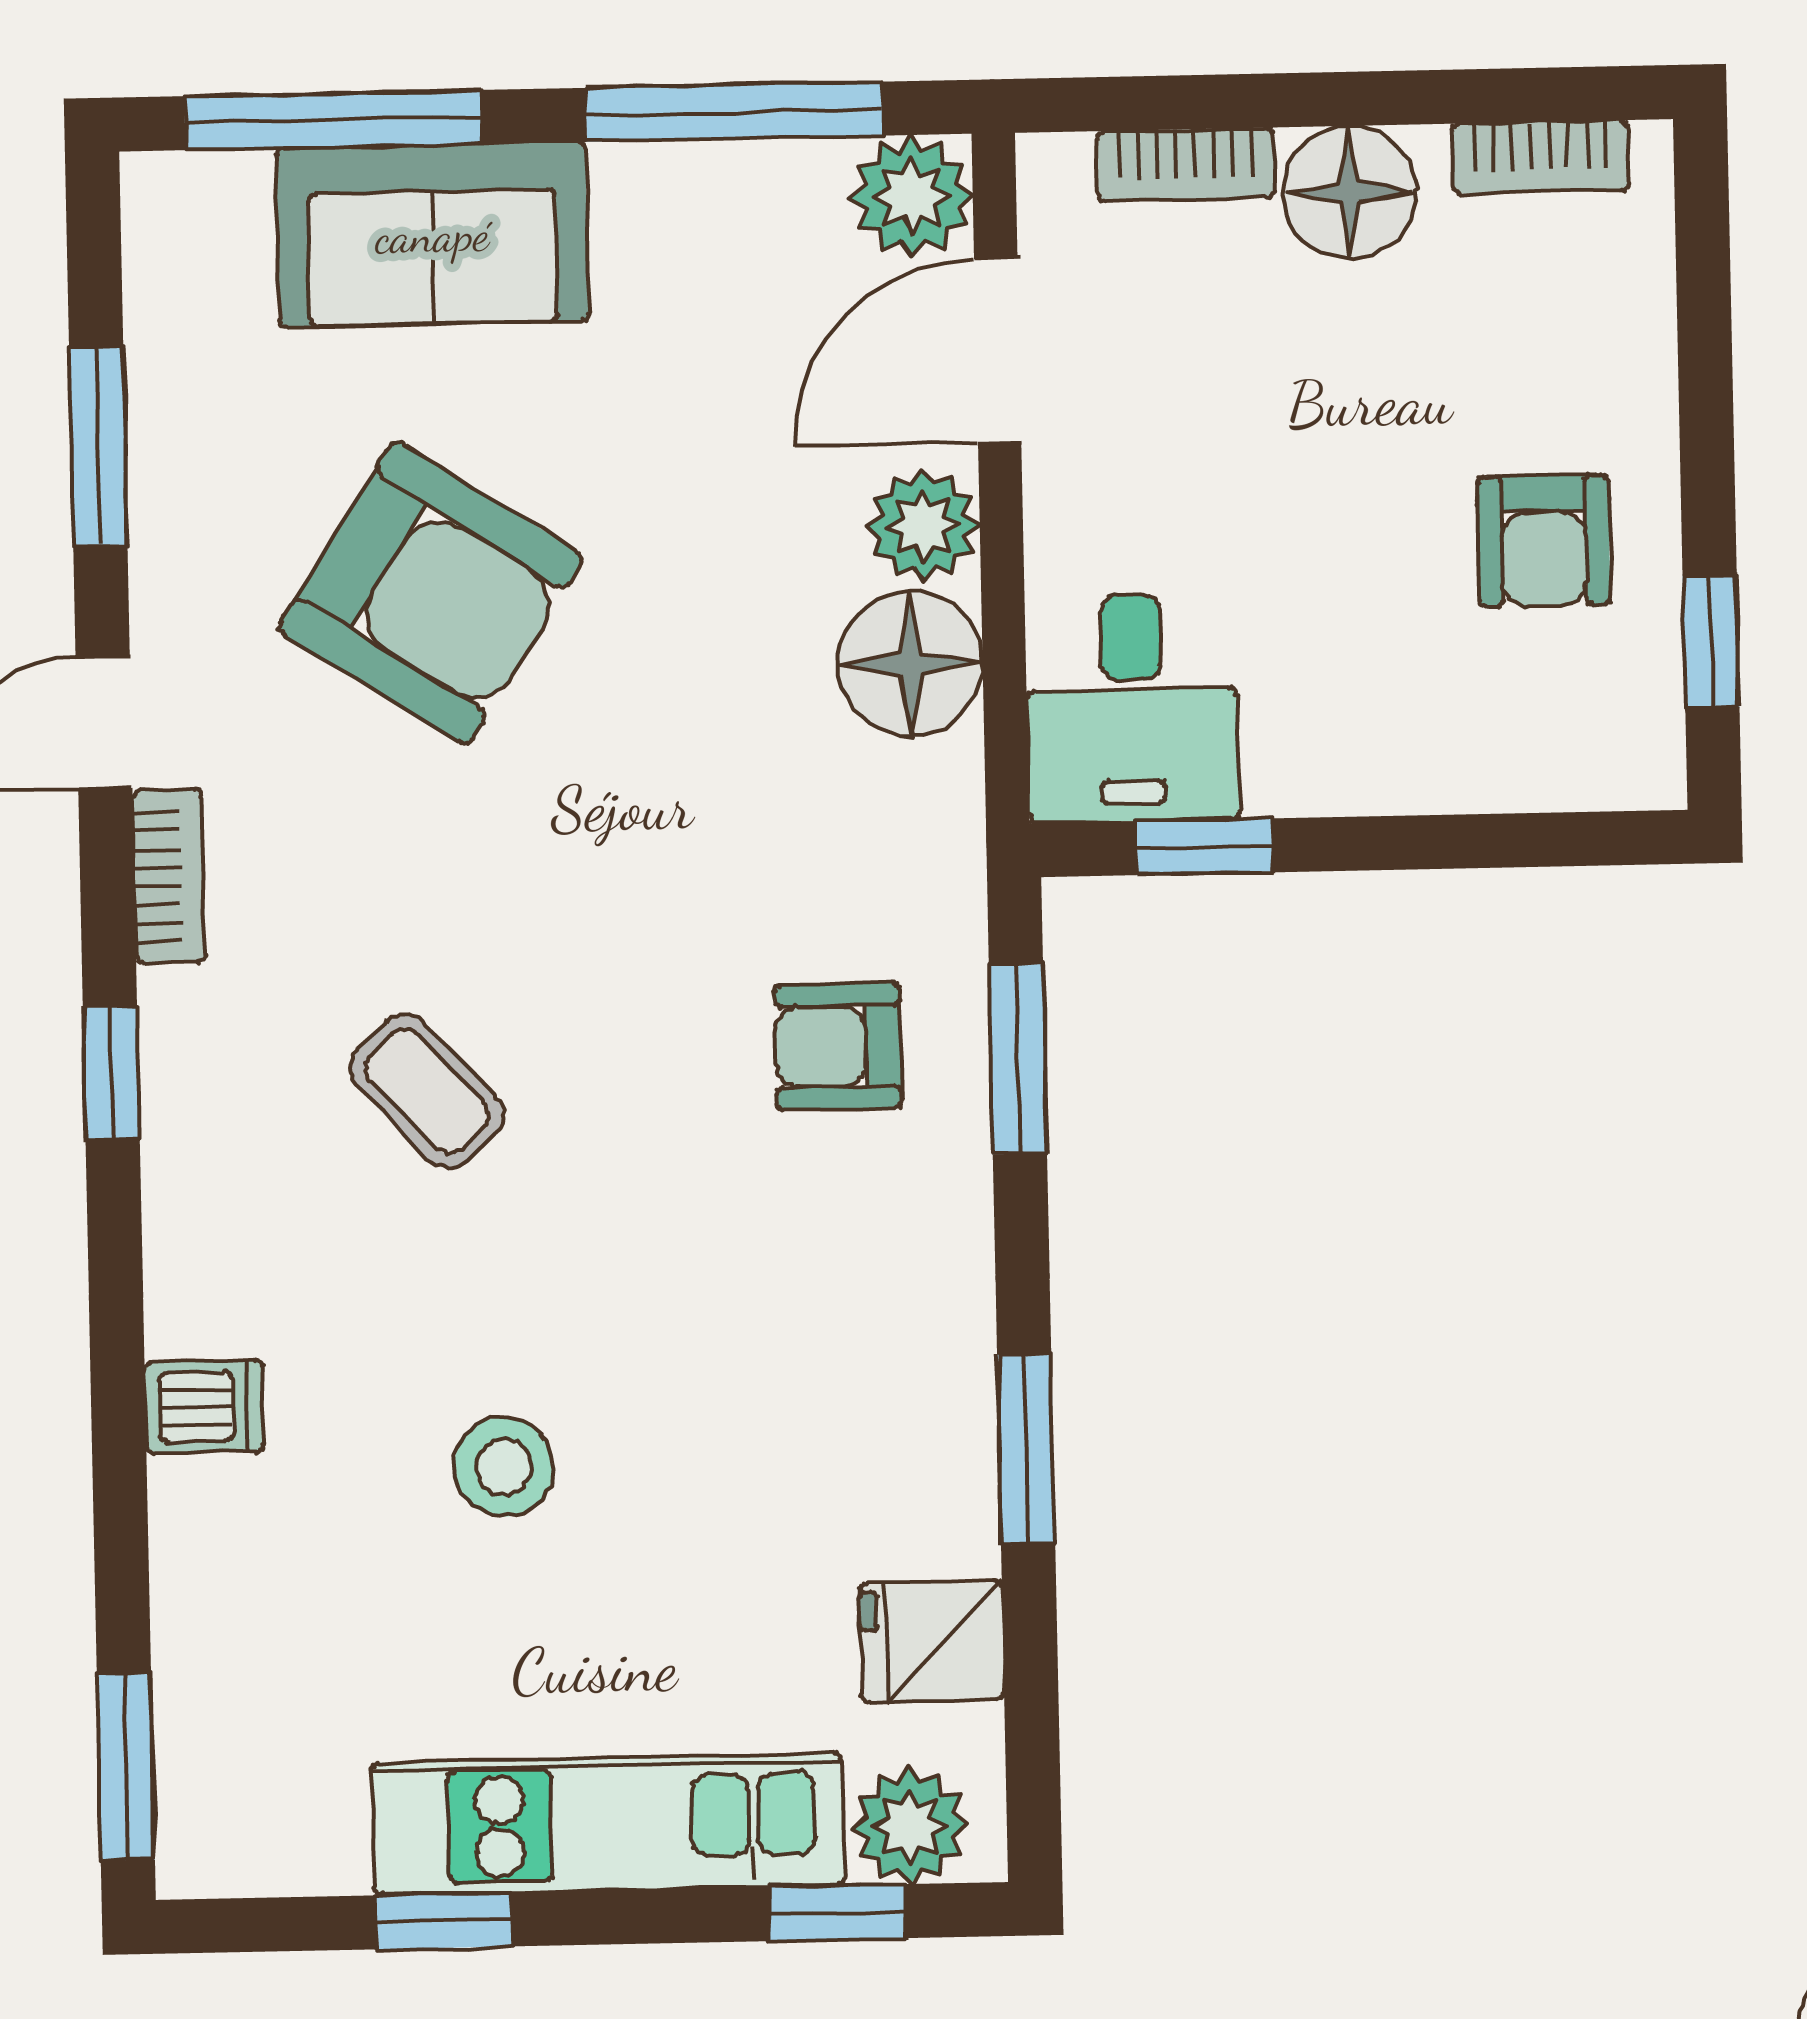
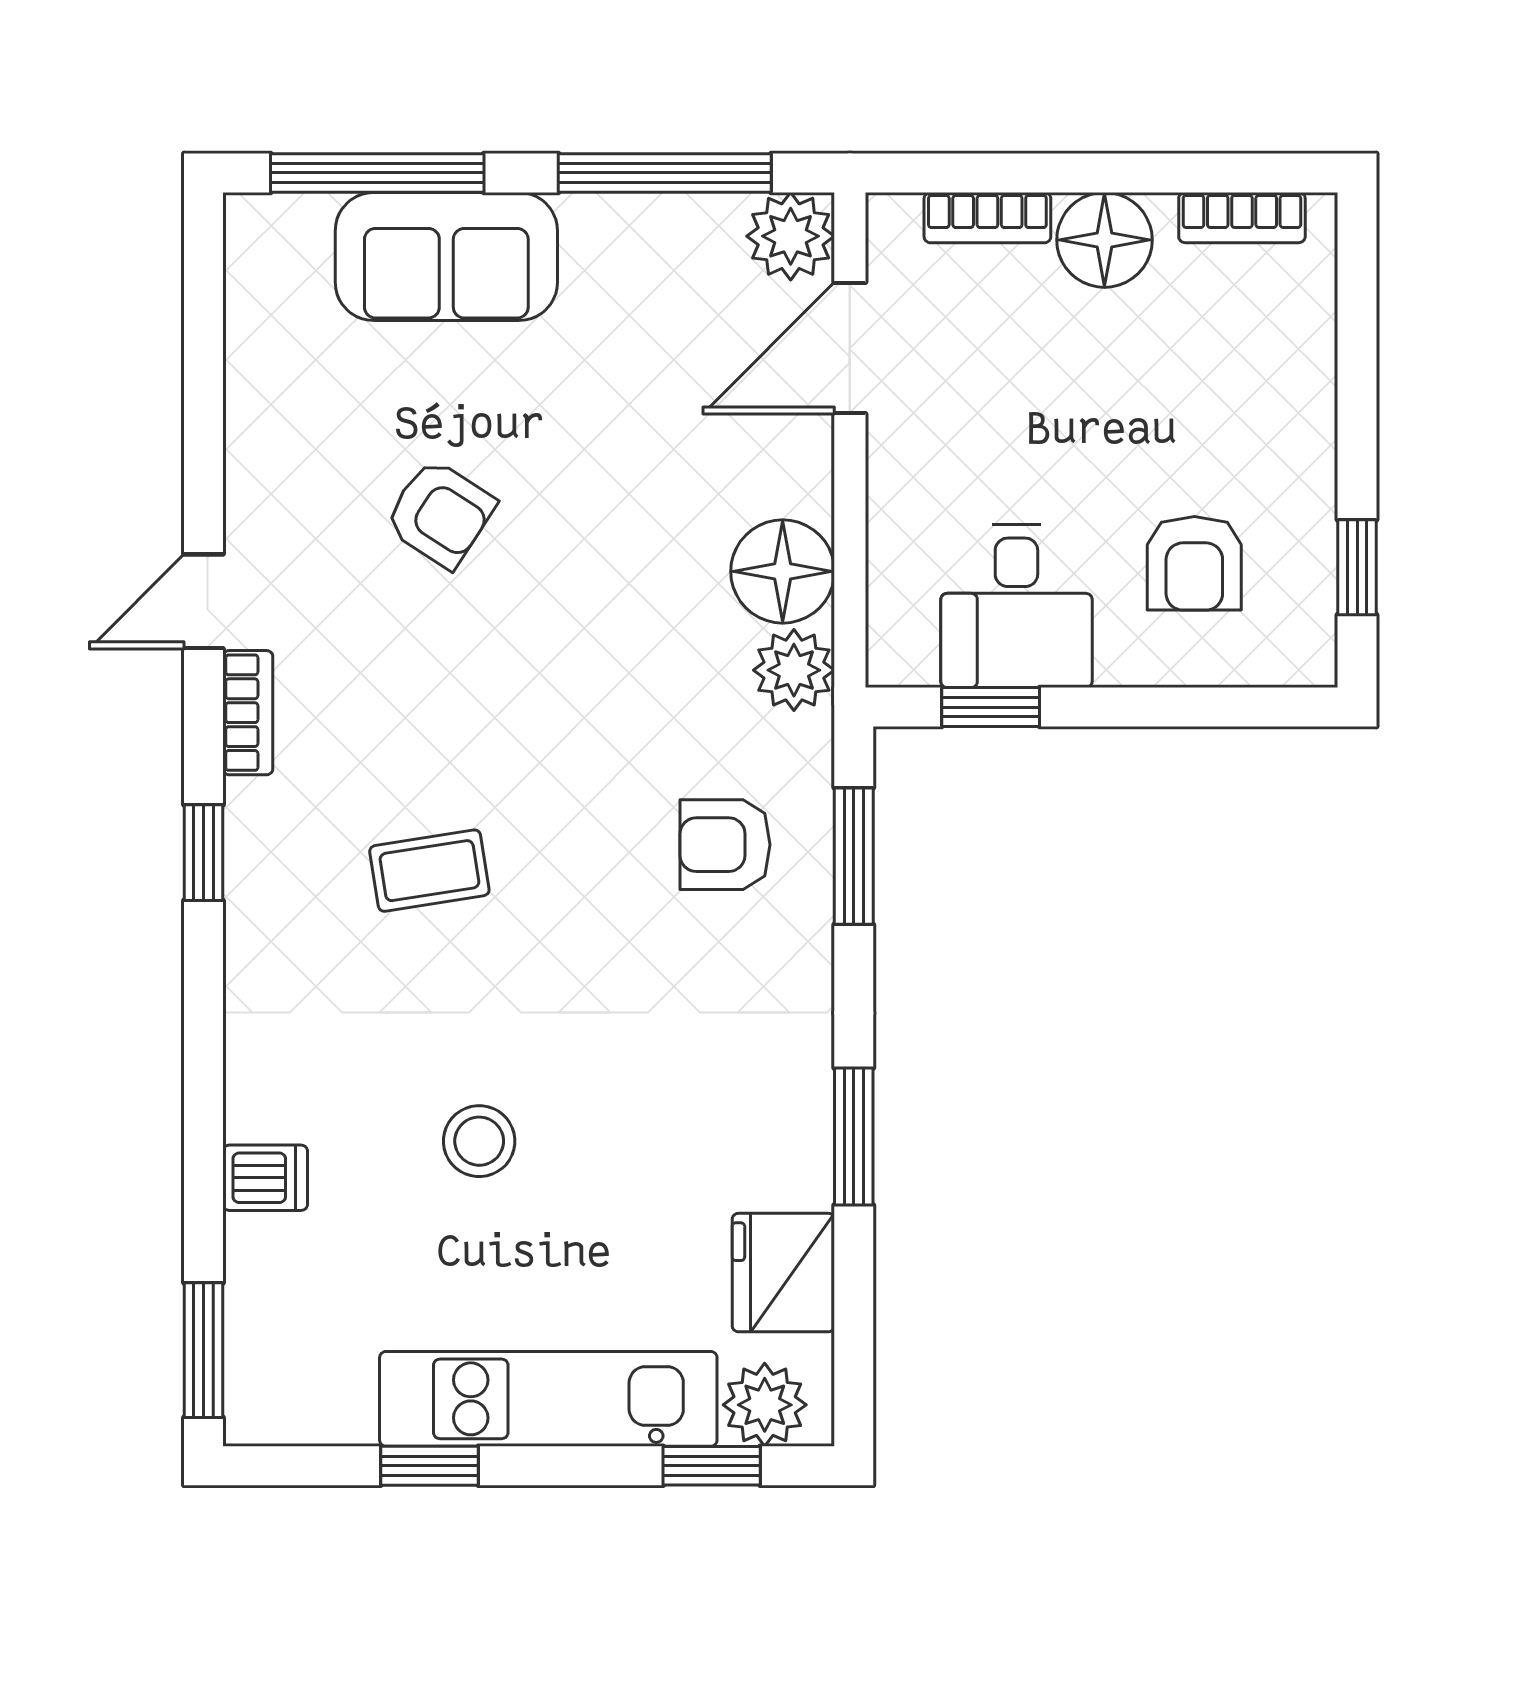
window: (98, 446) -> (204, 403), removed
plant: (923, 526) -> (794, 670), moved
armchair: (1544, 541) -> (1194, 563), moved
armchair: (431, 593) -> (440, 514), width x0.53, depth x0.53
desk: (1132, 708) -> (1016, 606), moved
coffee table: (427, 1091) -> (429, 871), turned -56
dishwasher: (204, 1407) -> (265, 1178), moved
fridge: (932, 1641) -> (783, 1273), width x1.38

